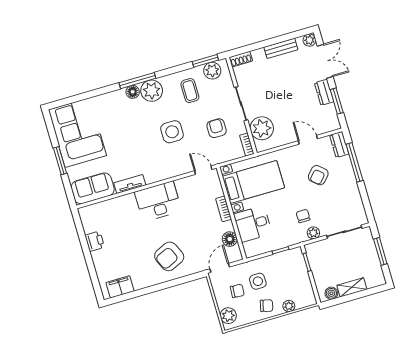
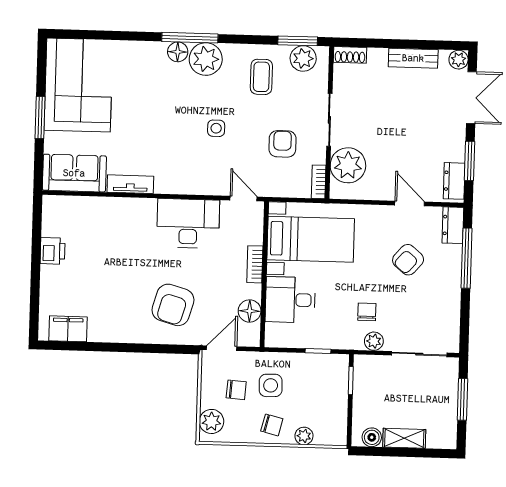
dresser: (324, 92) -> (454, 181), moved
side table: (172, 132) -> (216, 128), width x0.54, depth x0.54
desk: (158, 201) -> (188, 223), moved
armchair: (169, 256) -> (173, 305), moved, turned -50

